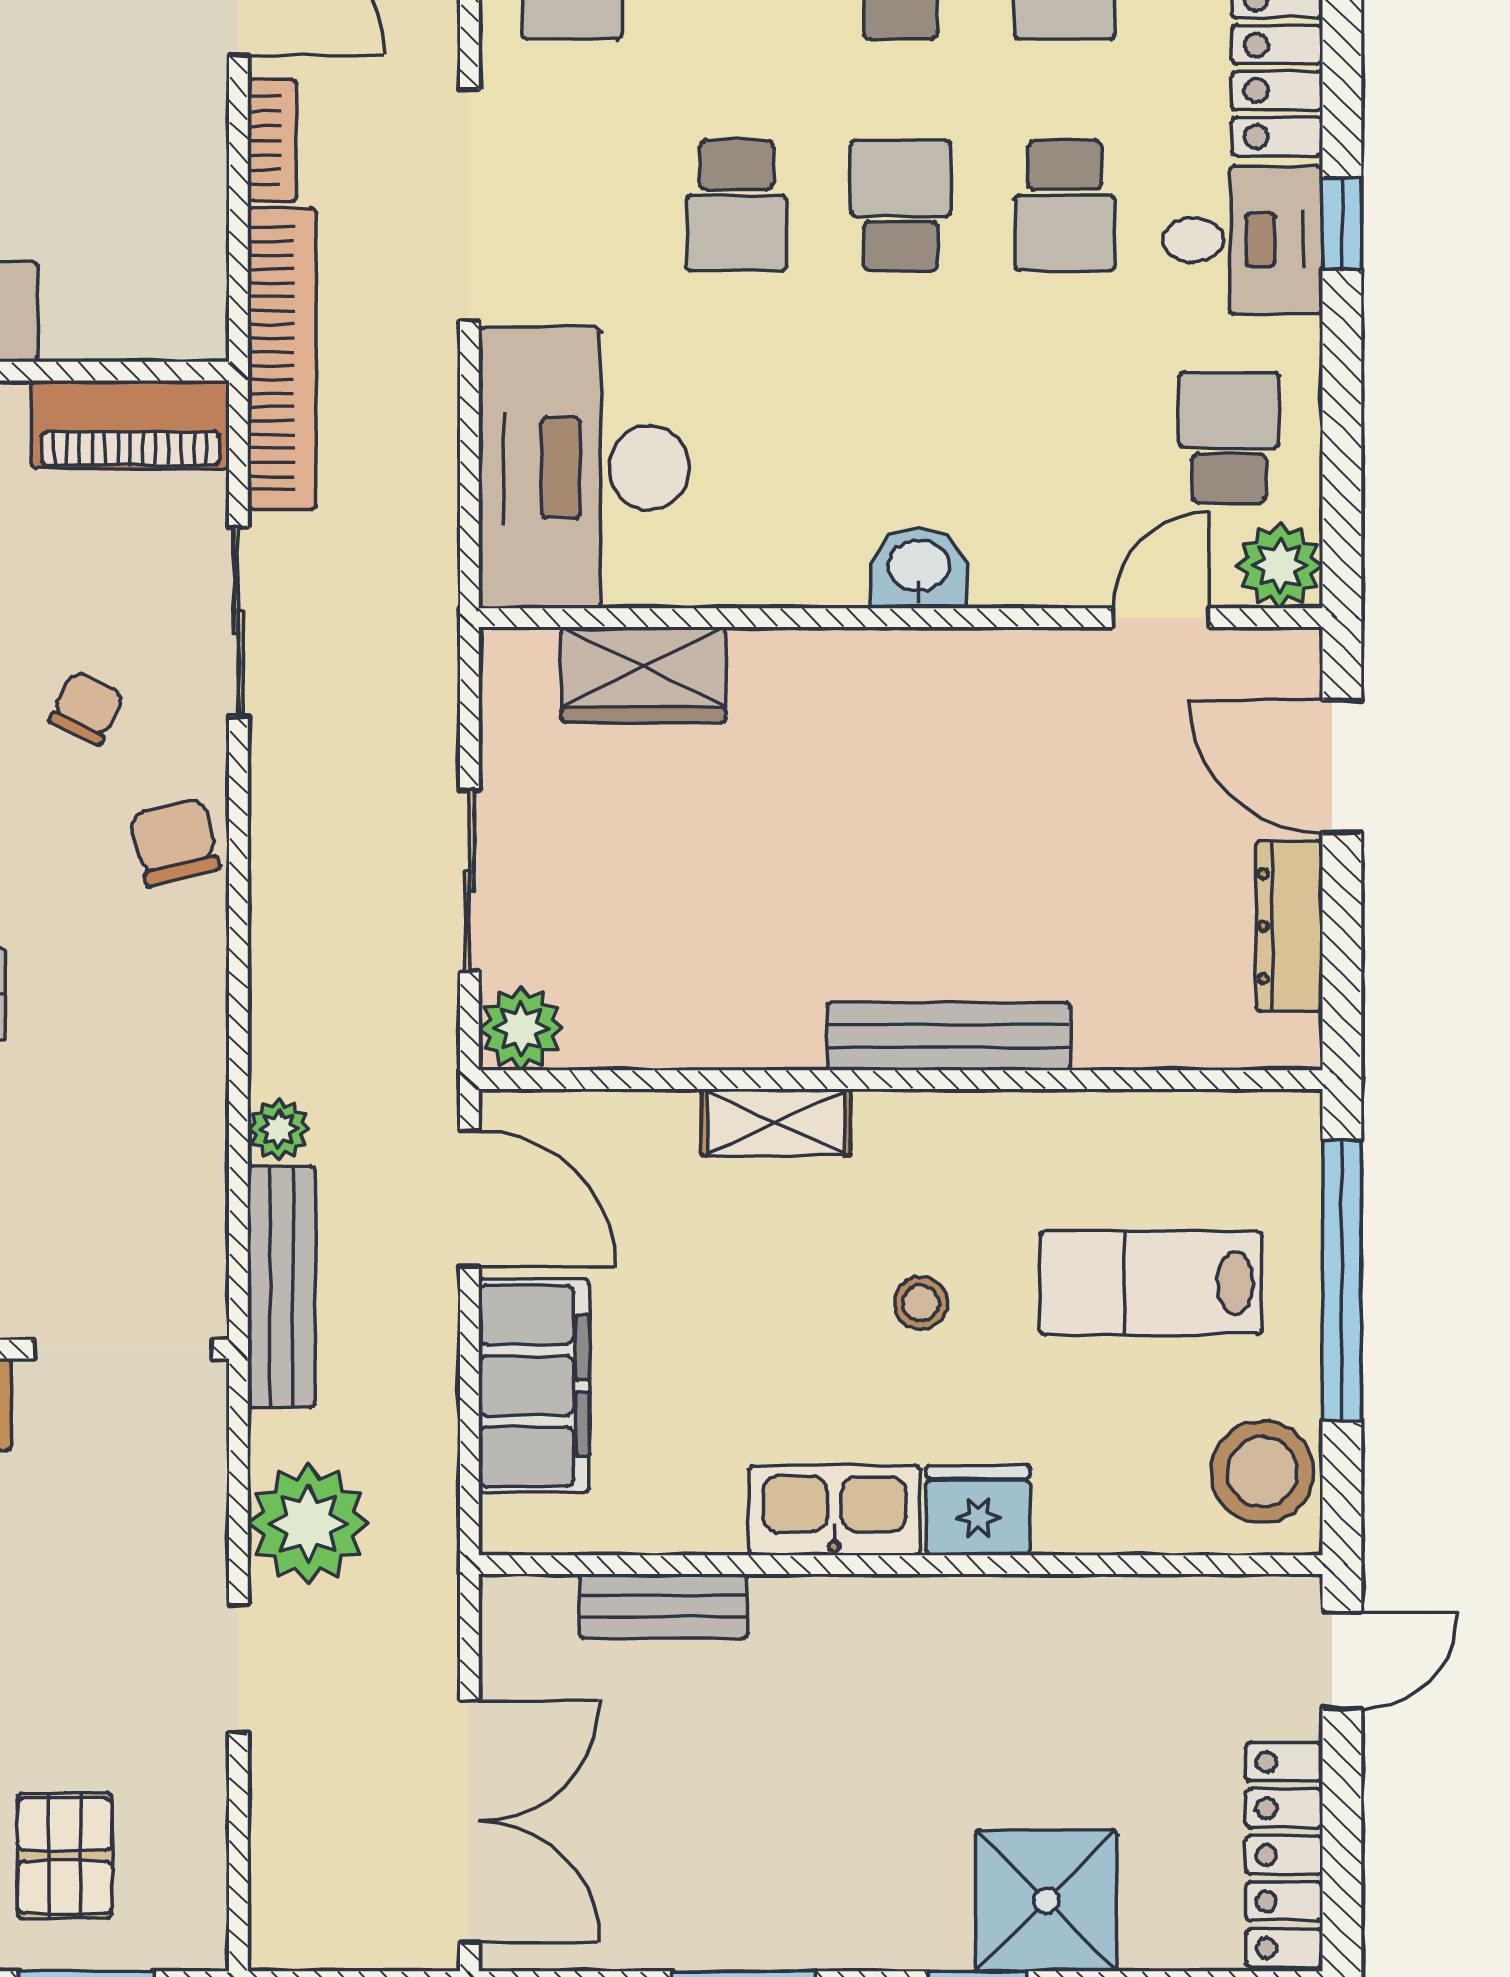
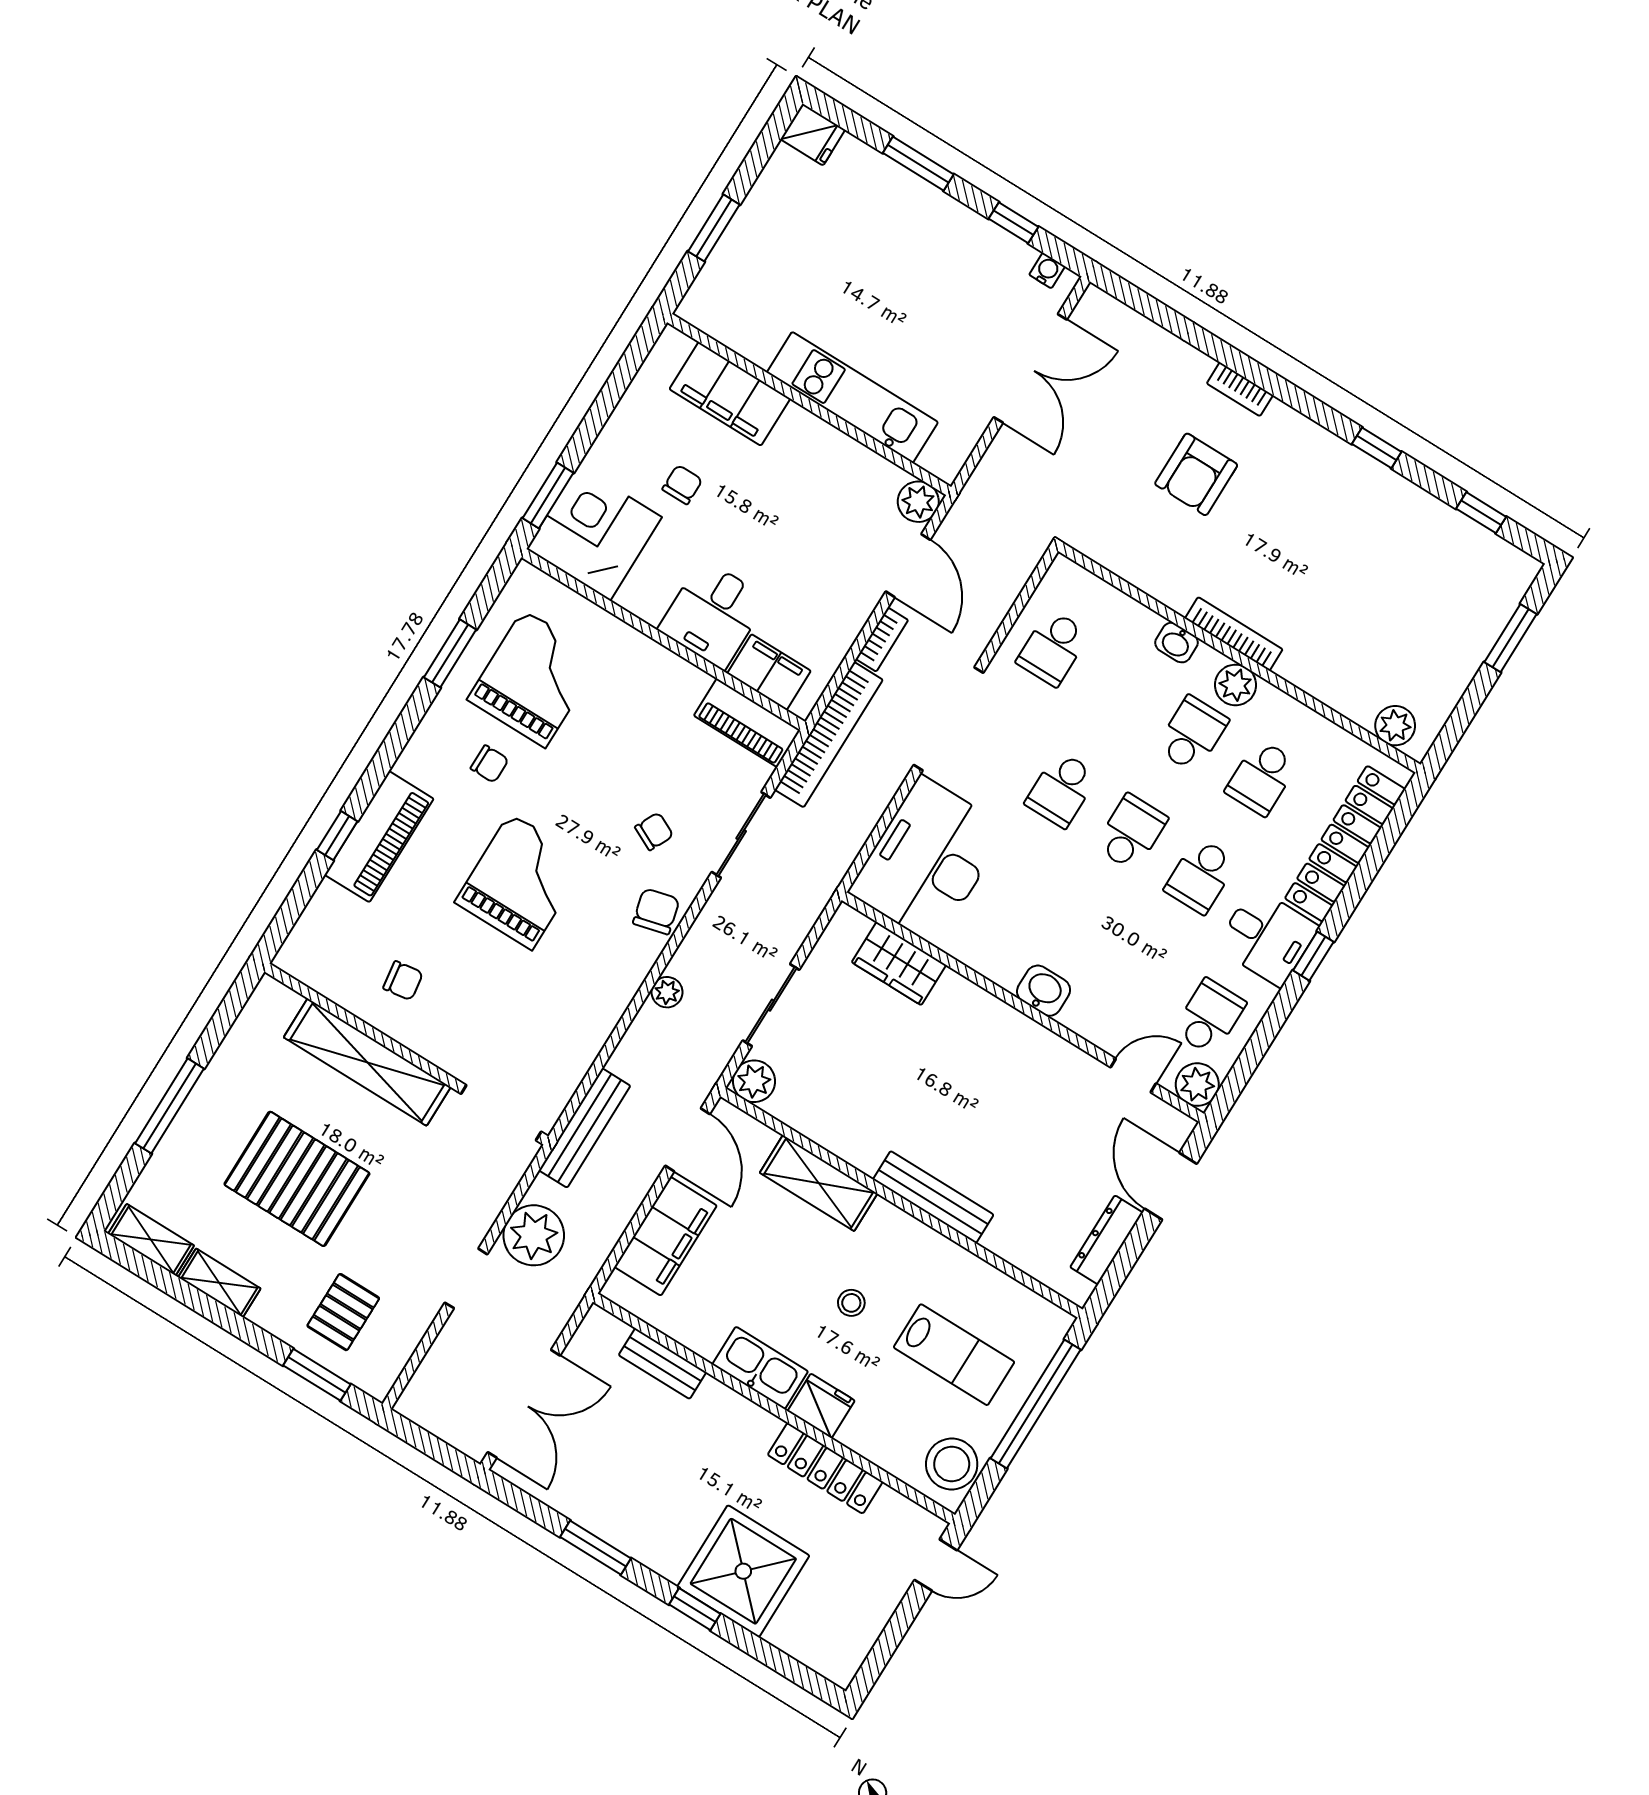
filing cabinet: (114, 315) -> (769, 672), added
shelving: (776, 1122) -> (819, 1183), width x1.50, depth x1.33
plant: (279, 1129) -> (667, 992), moved
lab bench: (1151, 1283) -> (954, 1355), turned 180
locker: (1284, 1855) -> (825, 1468), moved, turned -90
shower: (1046, 1901) -> (743, 1571), width x1.37, depth x1.37

